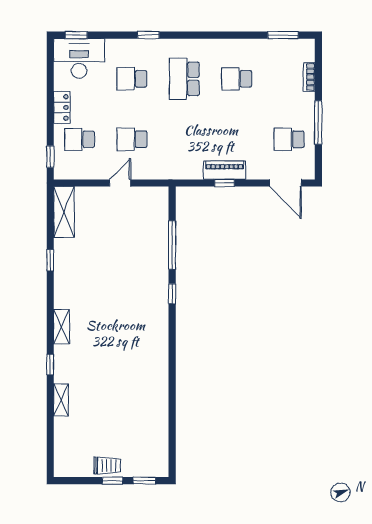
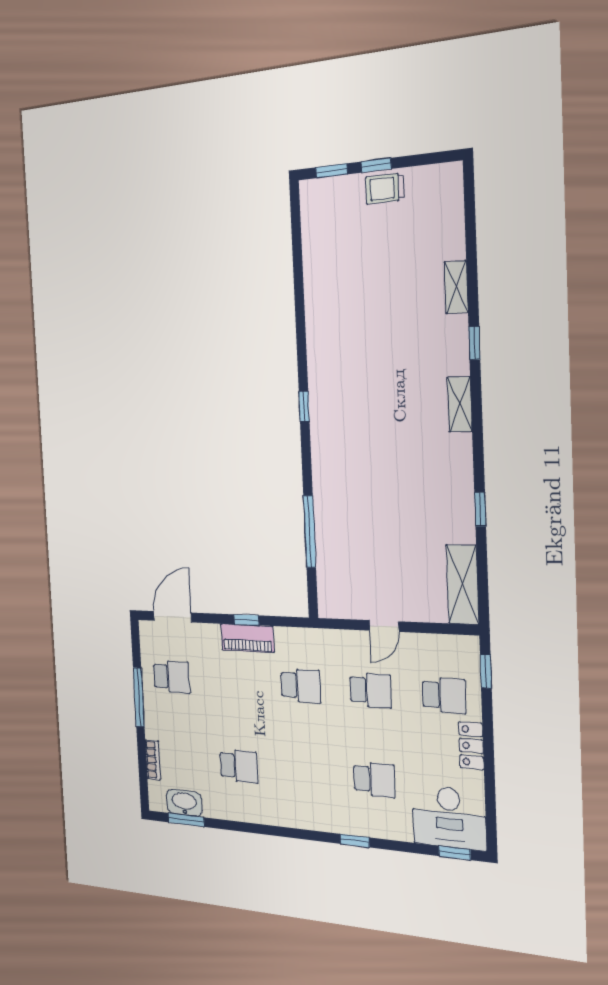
washbasin: (284, 48) -> (184, 803), added
school desk: (184, 79) -> (301, 686), moved, width x0.54
door: (285, 183) -> (173, 617), hinge flipped
window: (172, 294) -> (304, 406), moved

